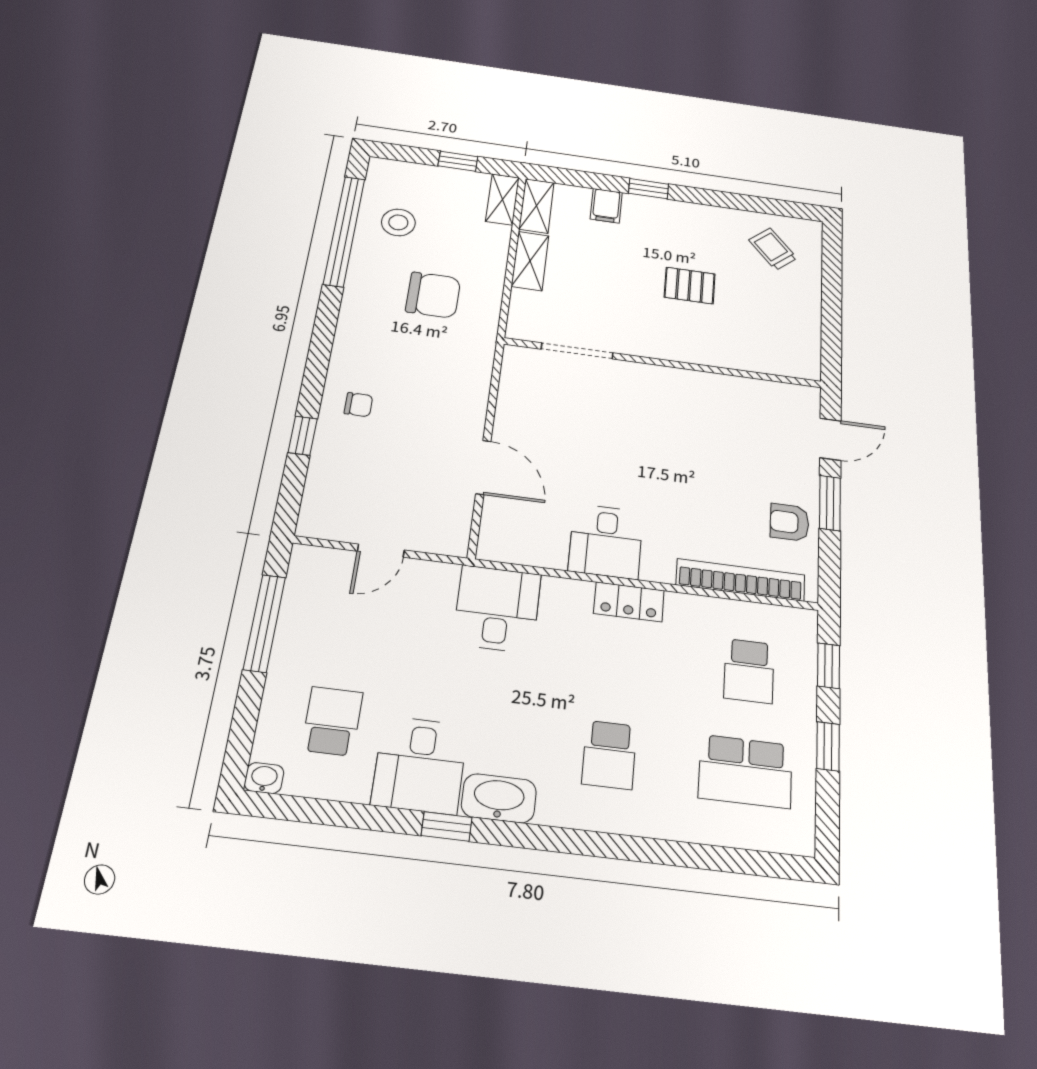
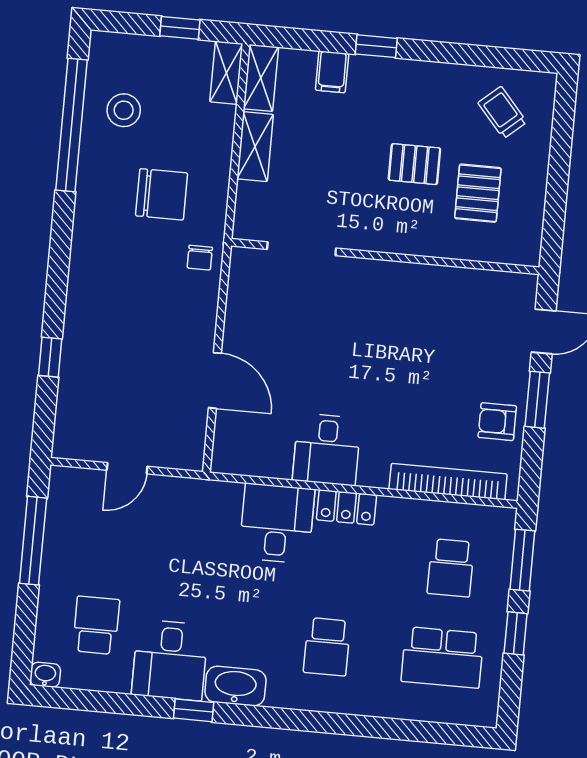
pallet: (754, 314) -> (478, 193), added
chair: (358, 405) -> (200, 258), moved, turned 90
desk: (497, 609) -> (277, 523), moved
window: (829, 666) -> (522, 560), width x1.50

